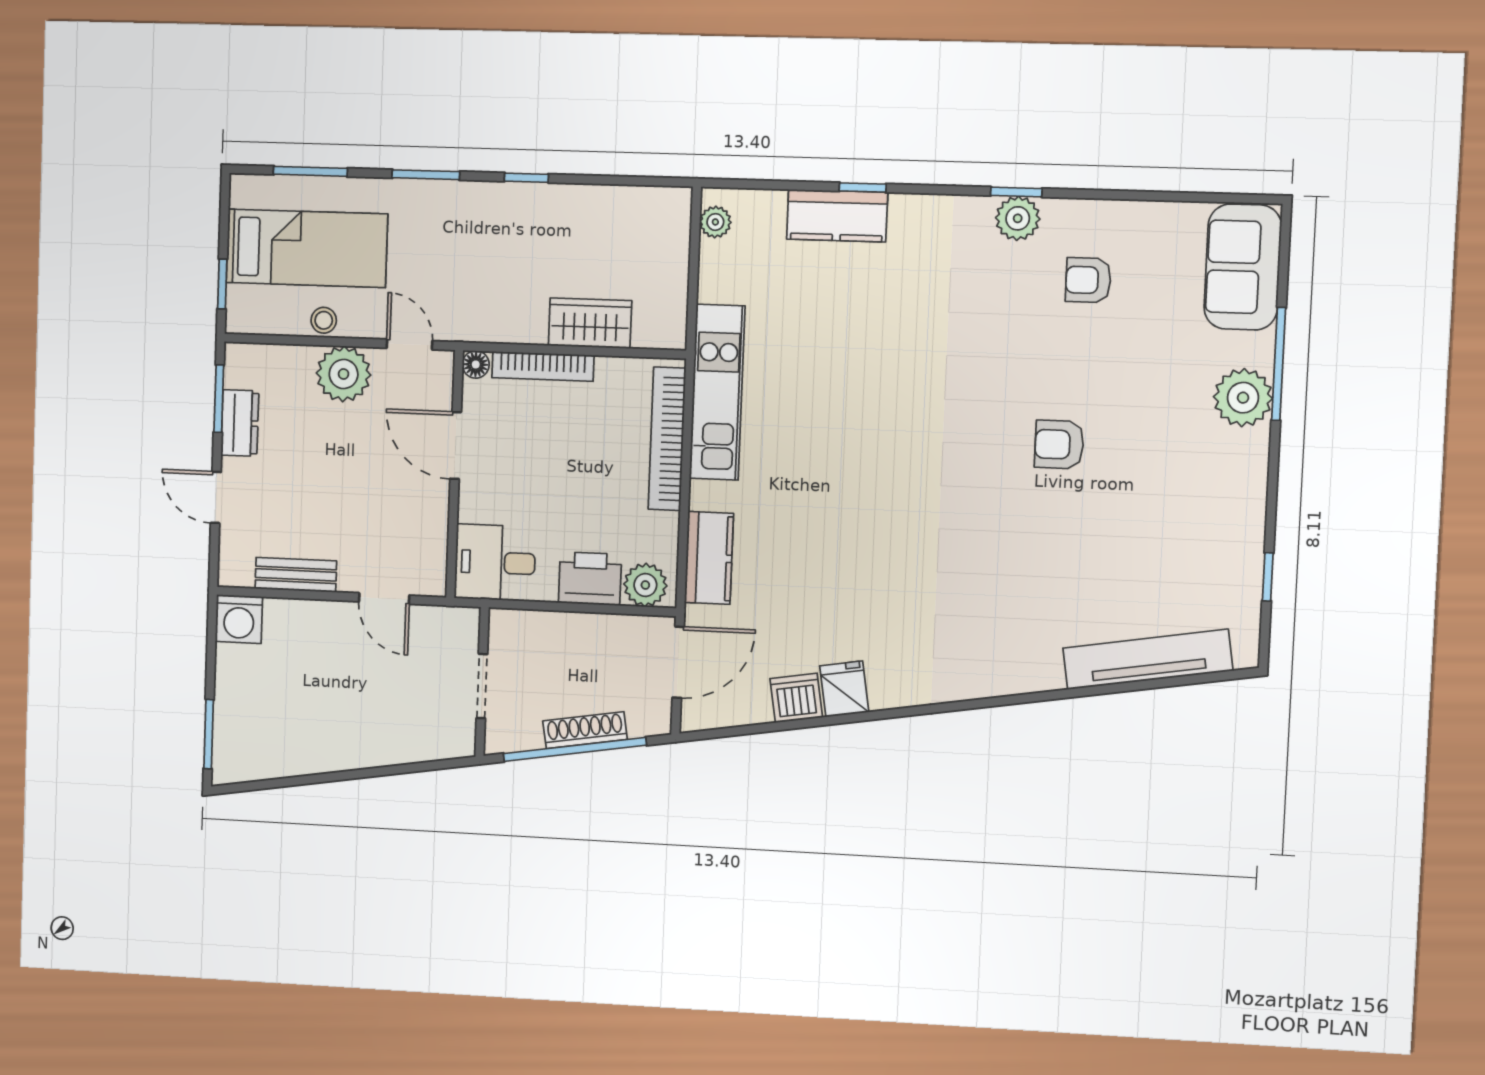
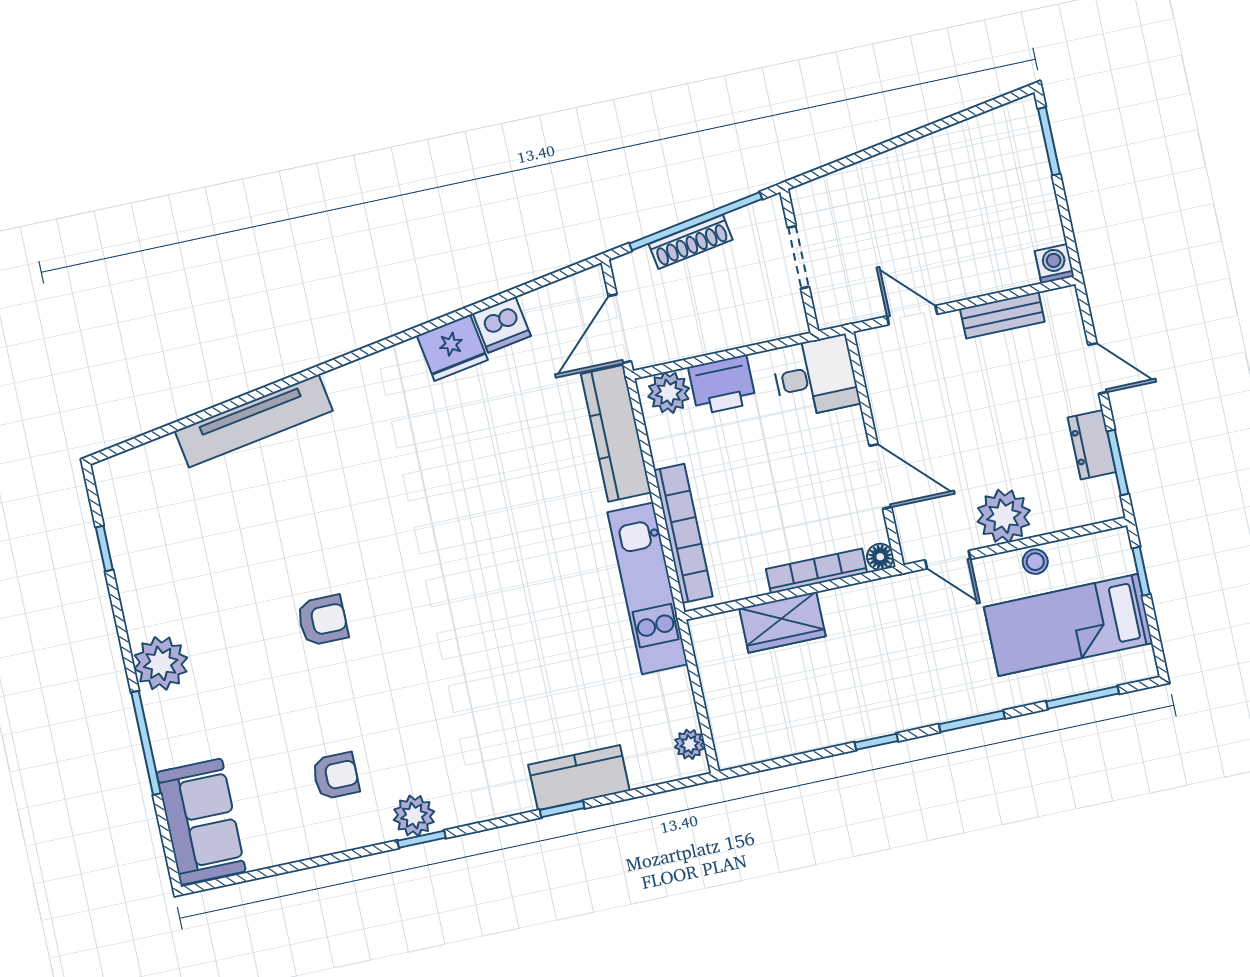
plant: (1243, 398) -> (161, 663), moved
kitchen counter: (709, 558) -> (616, 433), width x1.50
washing machine: (239, 619) -> (1054, 264), width x0.73, depth x0.73
tv unit: (1148, 659) -> (254, 421), moved
fridge: (844, 689) -> (452, 348), width x1.38

